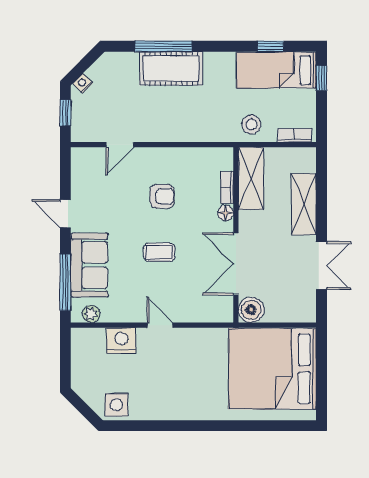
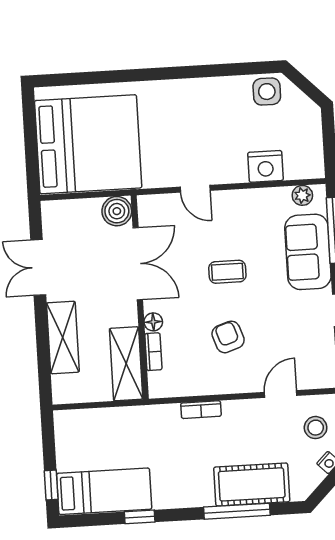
window: (271, 46) -> (140, 517), moved
cot: (171, 68) -> (252, 484), moved
stool: (251, 125) -> (316, 428), moved
bookcase: (295, 135) -> (201, 410), moved
armchair: (162, 196) -> (228, 337), turned 71
door: (160, 325) -> (195, 189), moved

